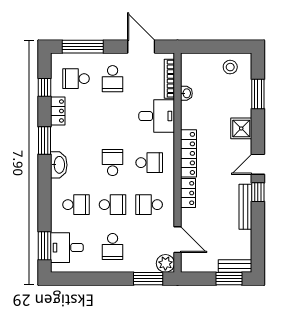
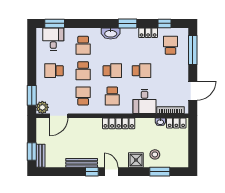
stool: (230, 67) -> (155, 154), moved
school desk: (113, 79) -> (141, 71), moved, turned 180
locker: (188, 193) -> (176, 123), moved

